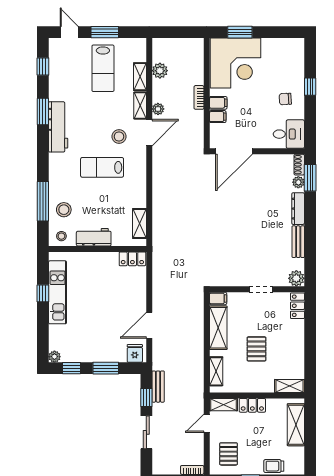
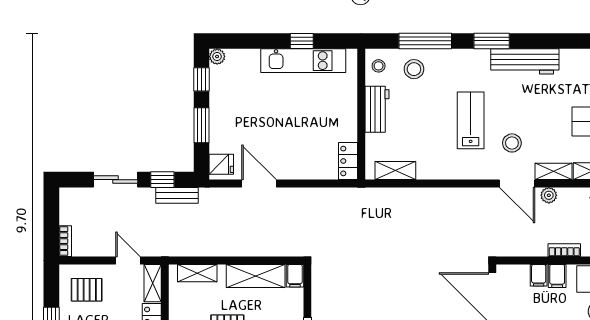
window: (43, 111) -> (492, 41), moved

